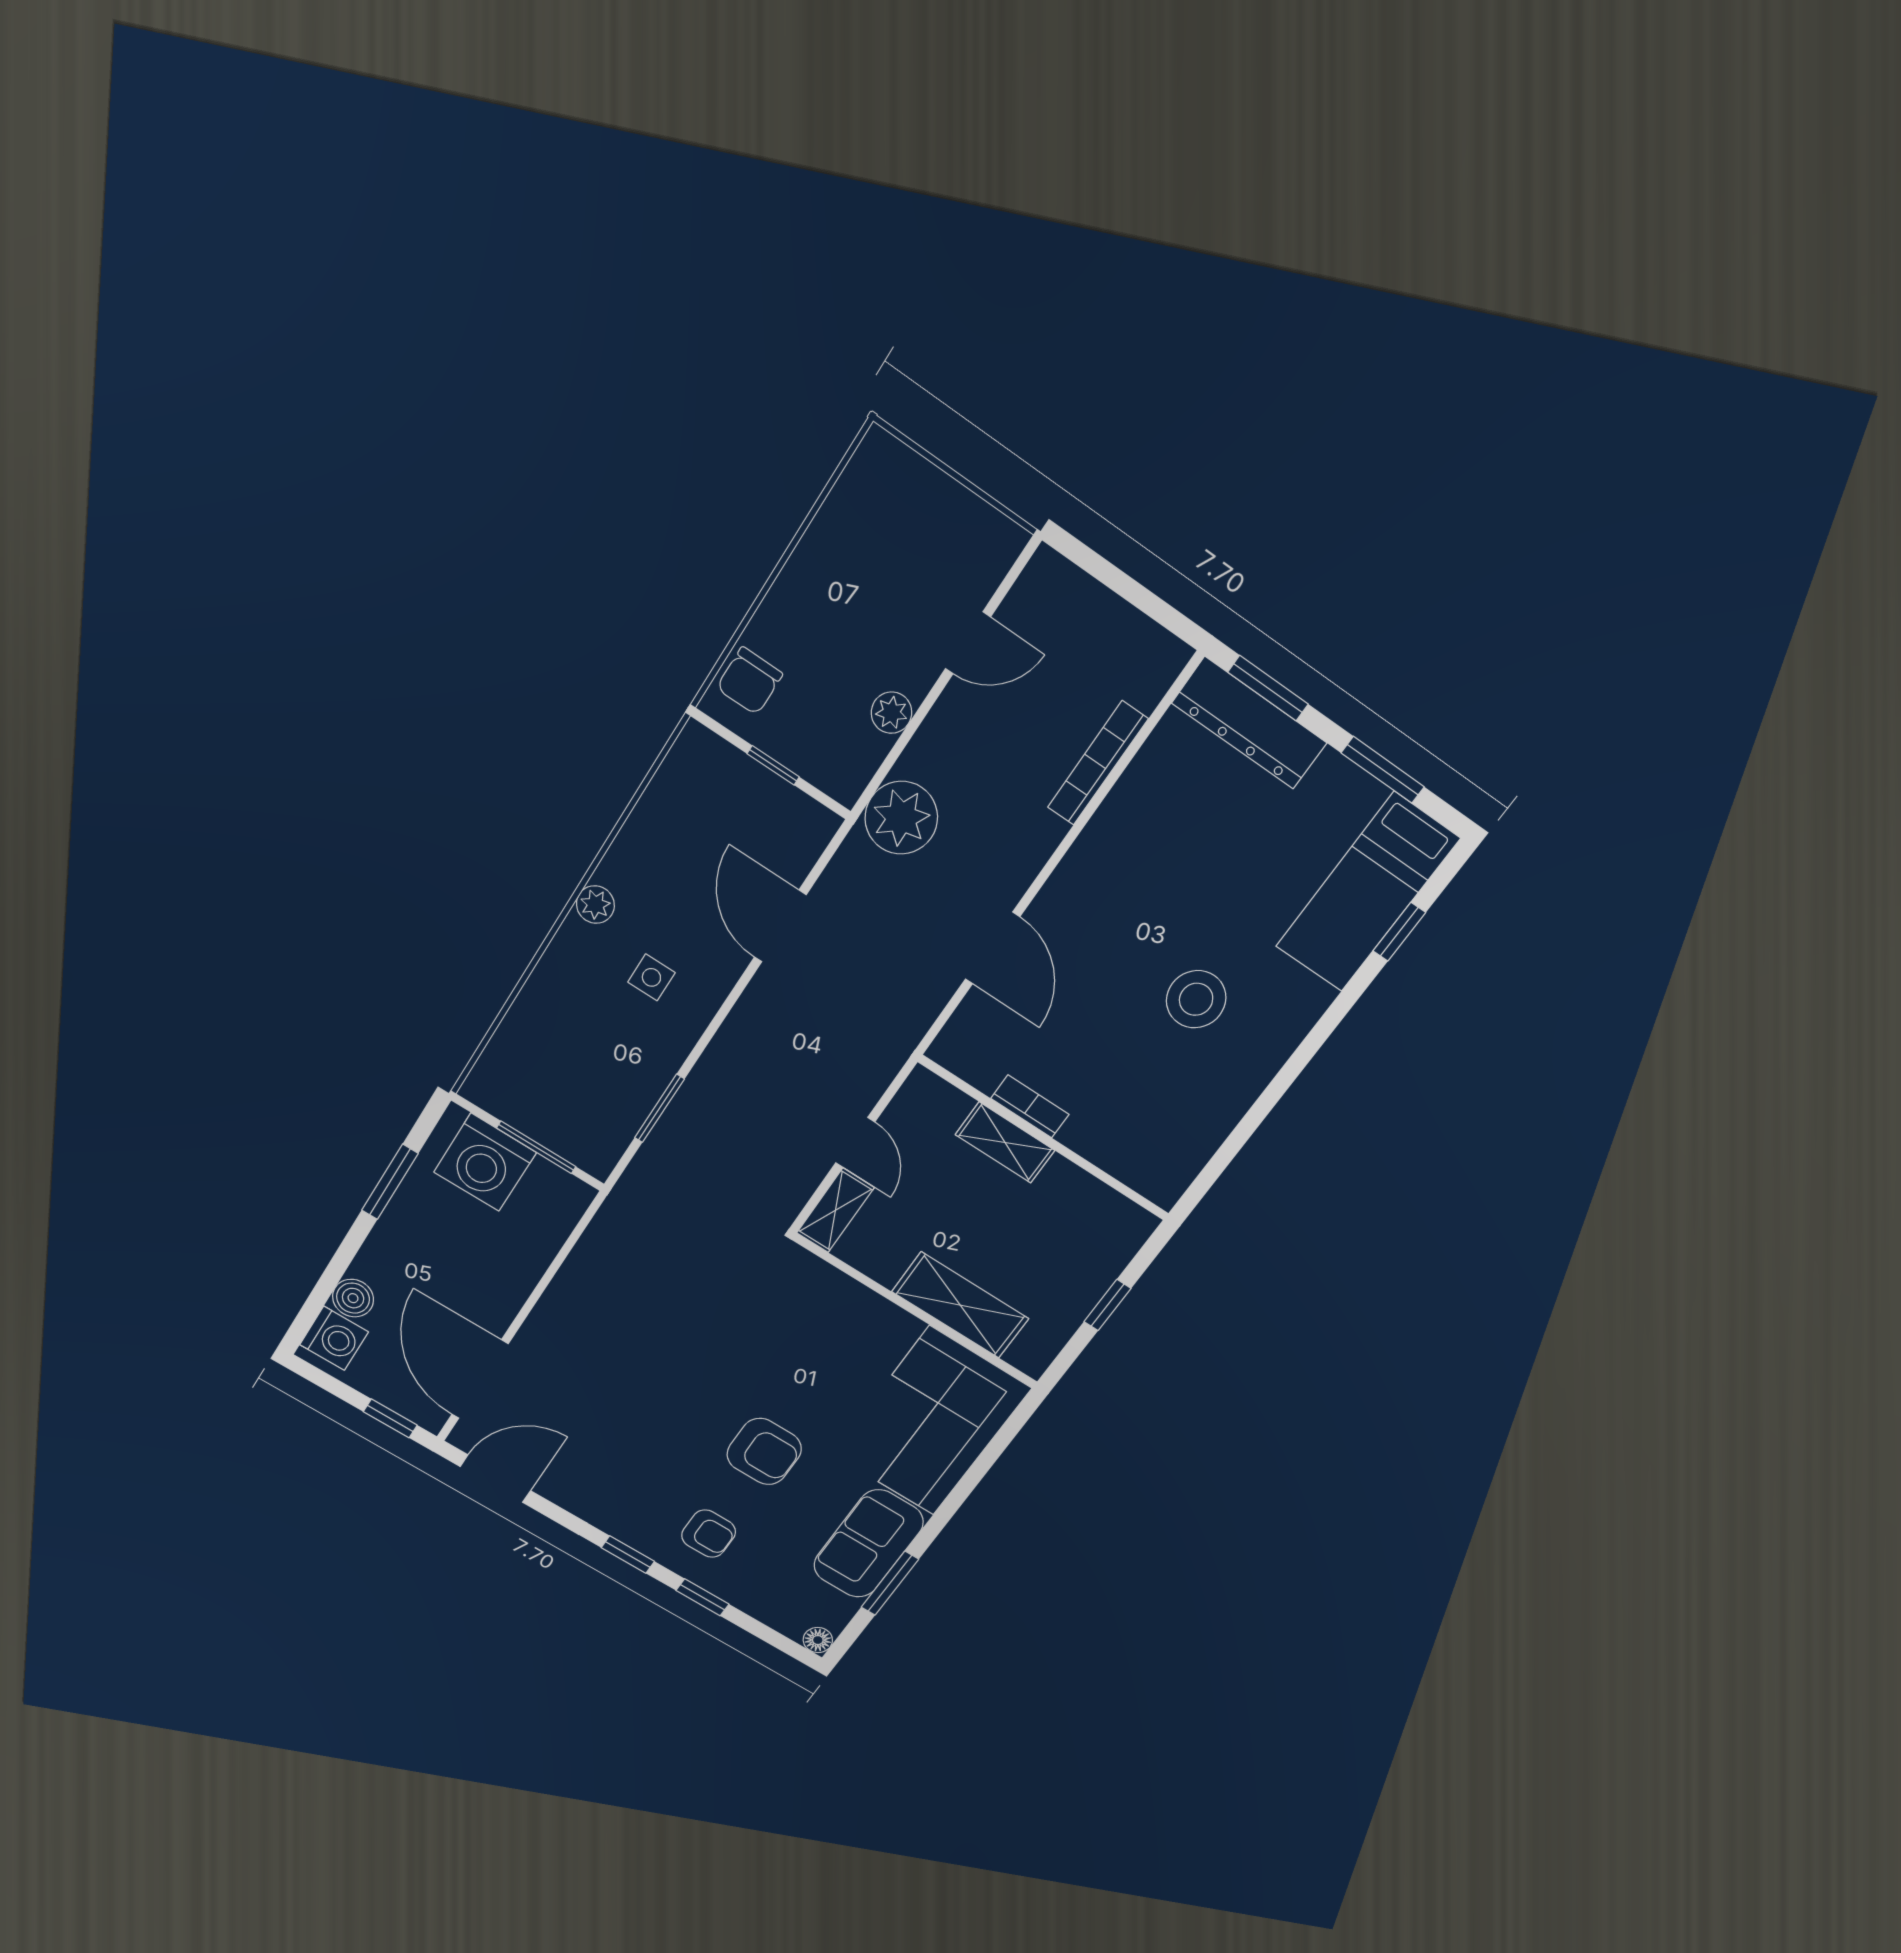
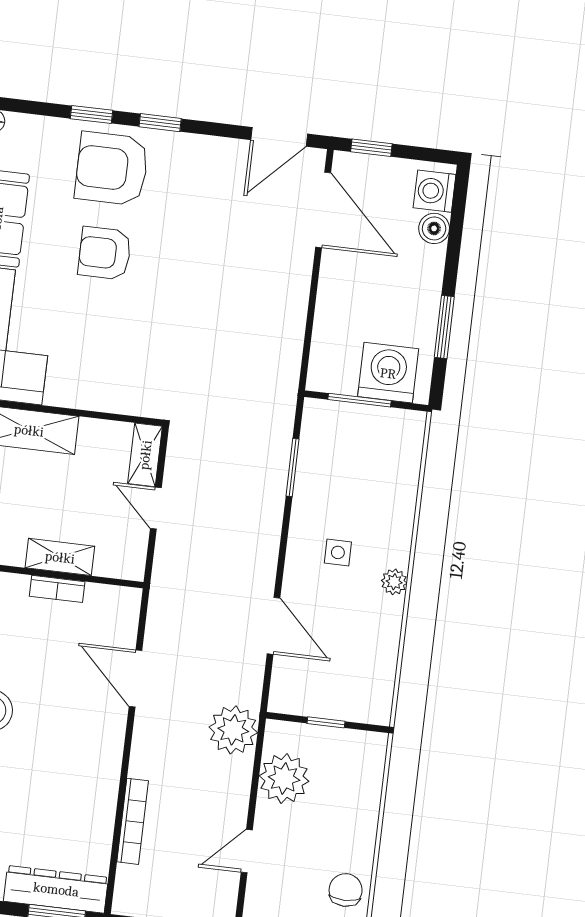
chair: (750, 681) -> (346, 890), moved
plant: (891, 713) -> (284, 779), width x1.87, depth x1.87
armchair: (709, 1534) -> (112, 169), width x1.88, depth x1.88

